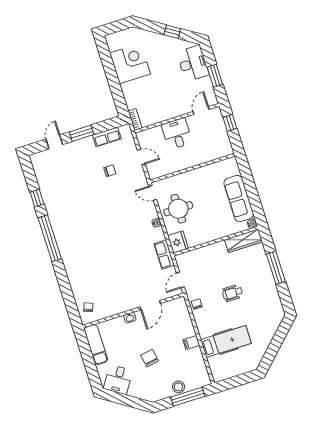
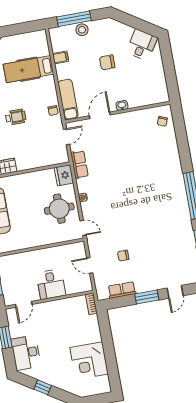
filing cabinet: (191, 343) -> (61, 57), moved
exam couch: (96, 345) -> (68, 100), moved, turned 180
chair: (150, 358) -> (107, 62), turned 100

